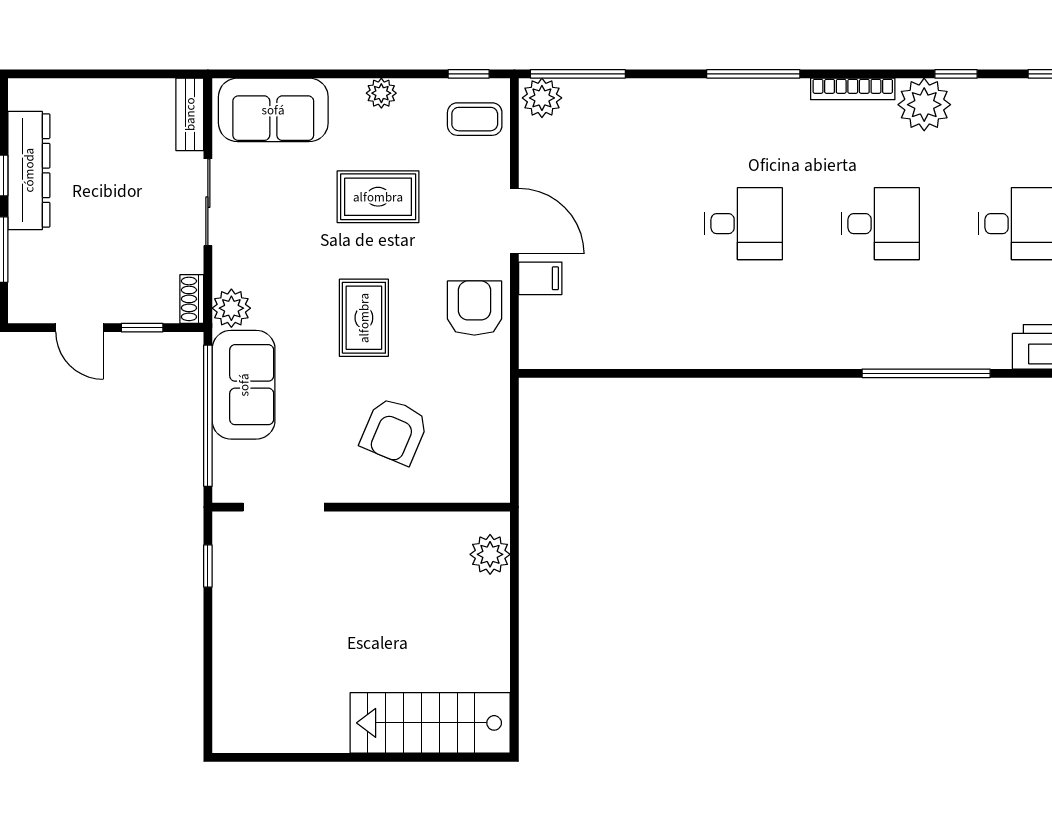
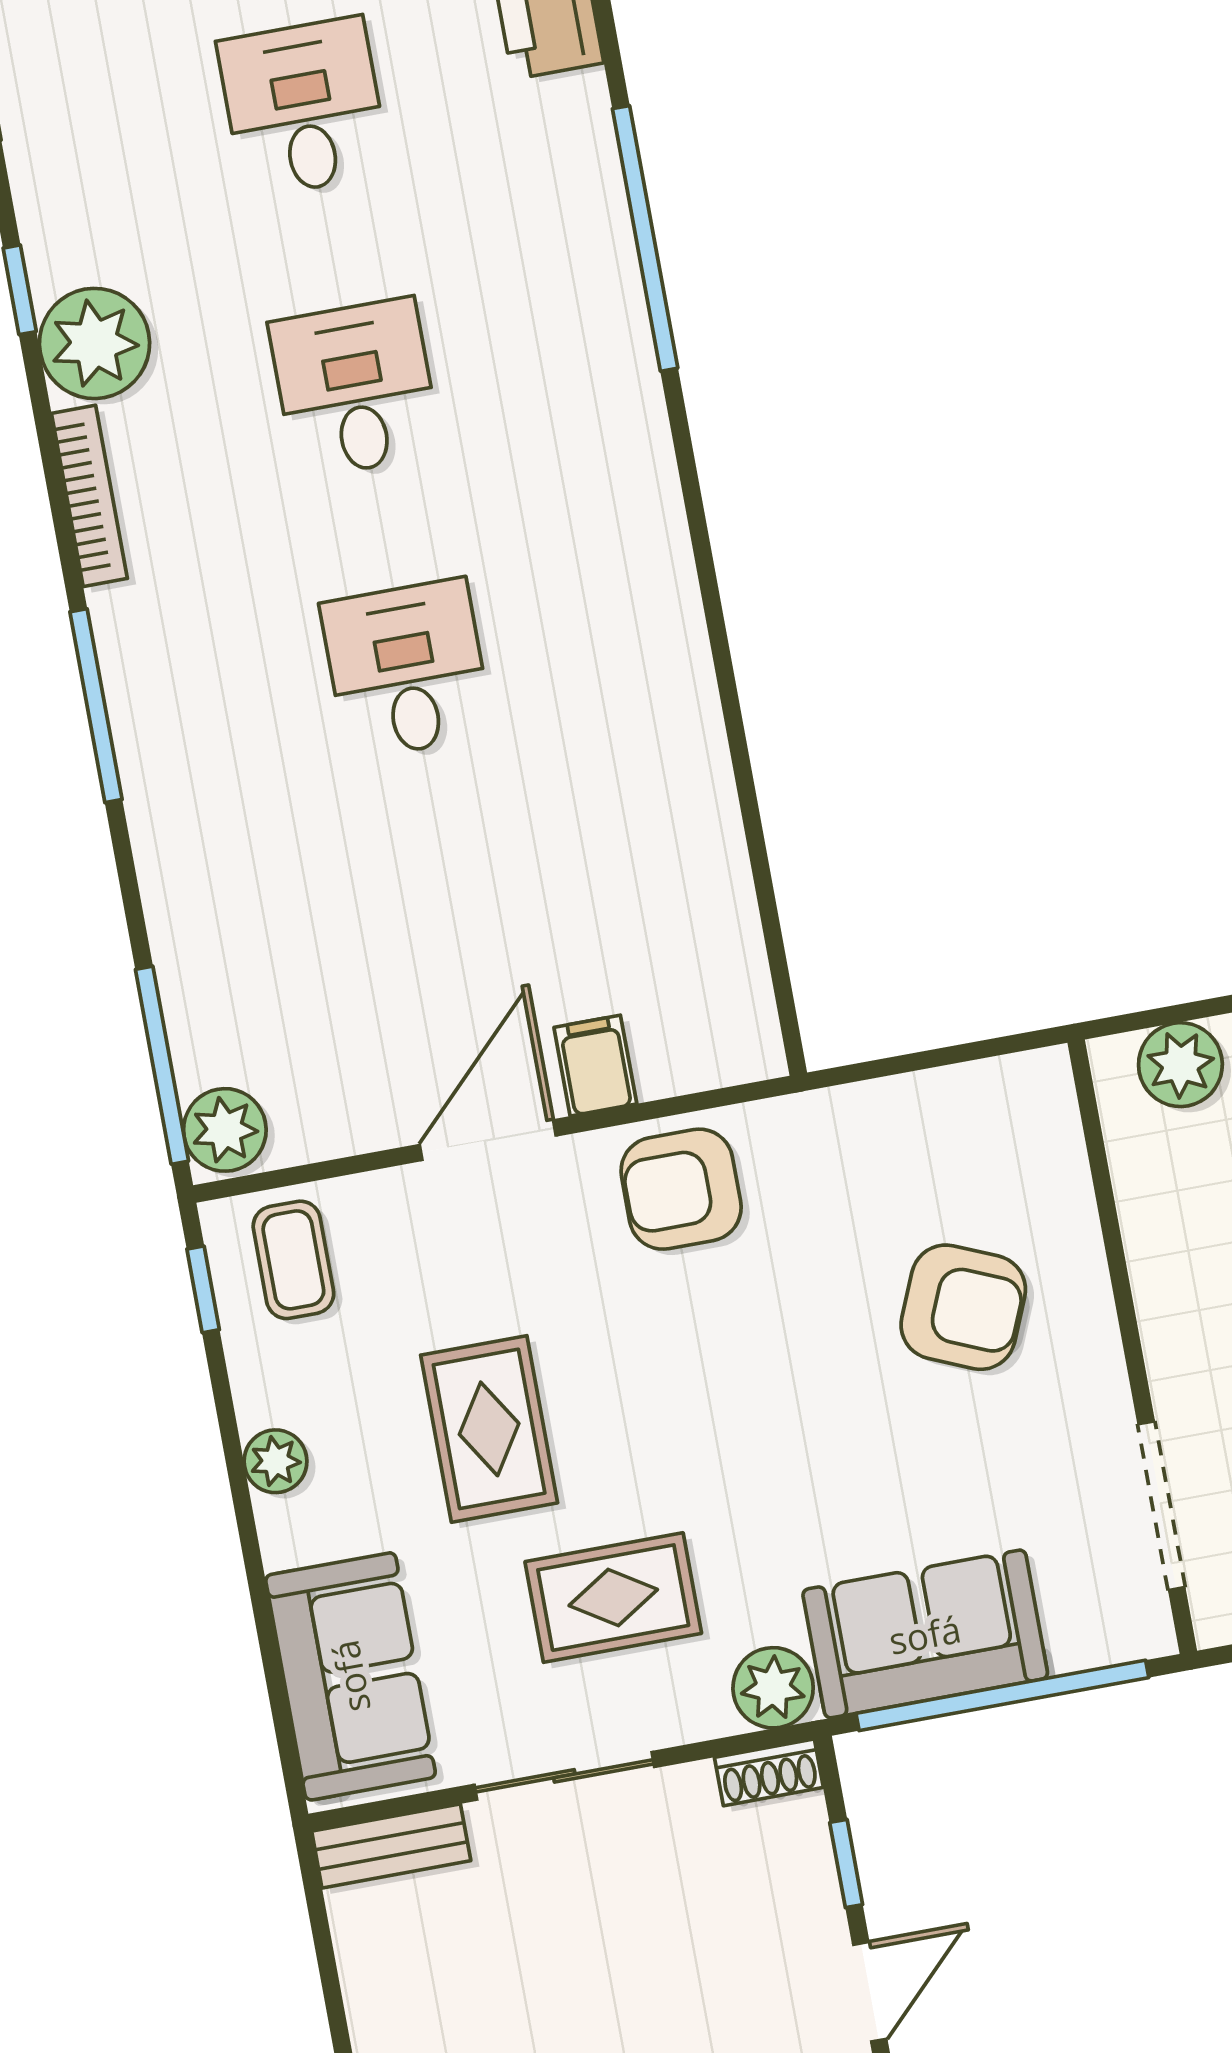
rug: (364, 318) -> (613, 1598), moved

